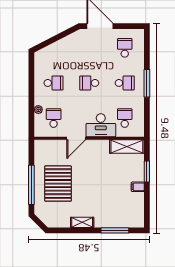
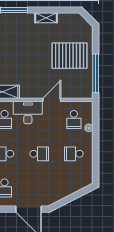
pallet: (58, 184) -> (70, 56), turned 90
window: (31, 185) -> (96, 73), moved

